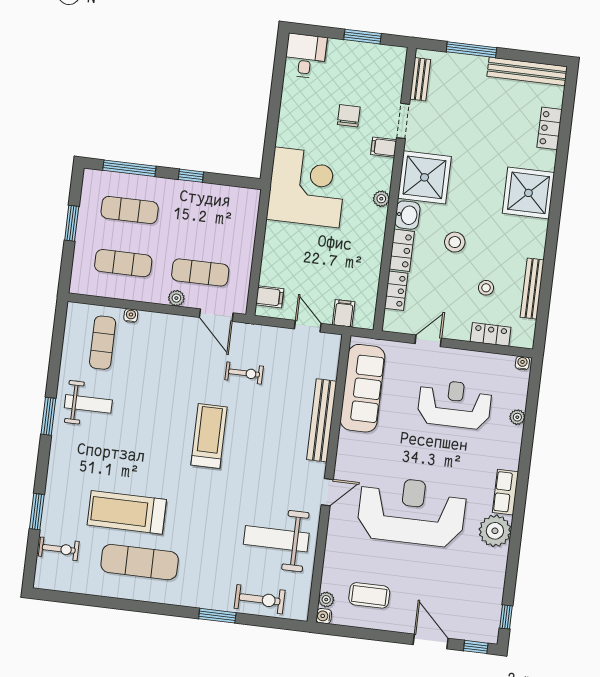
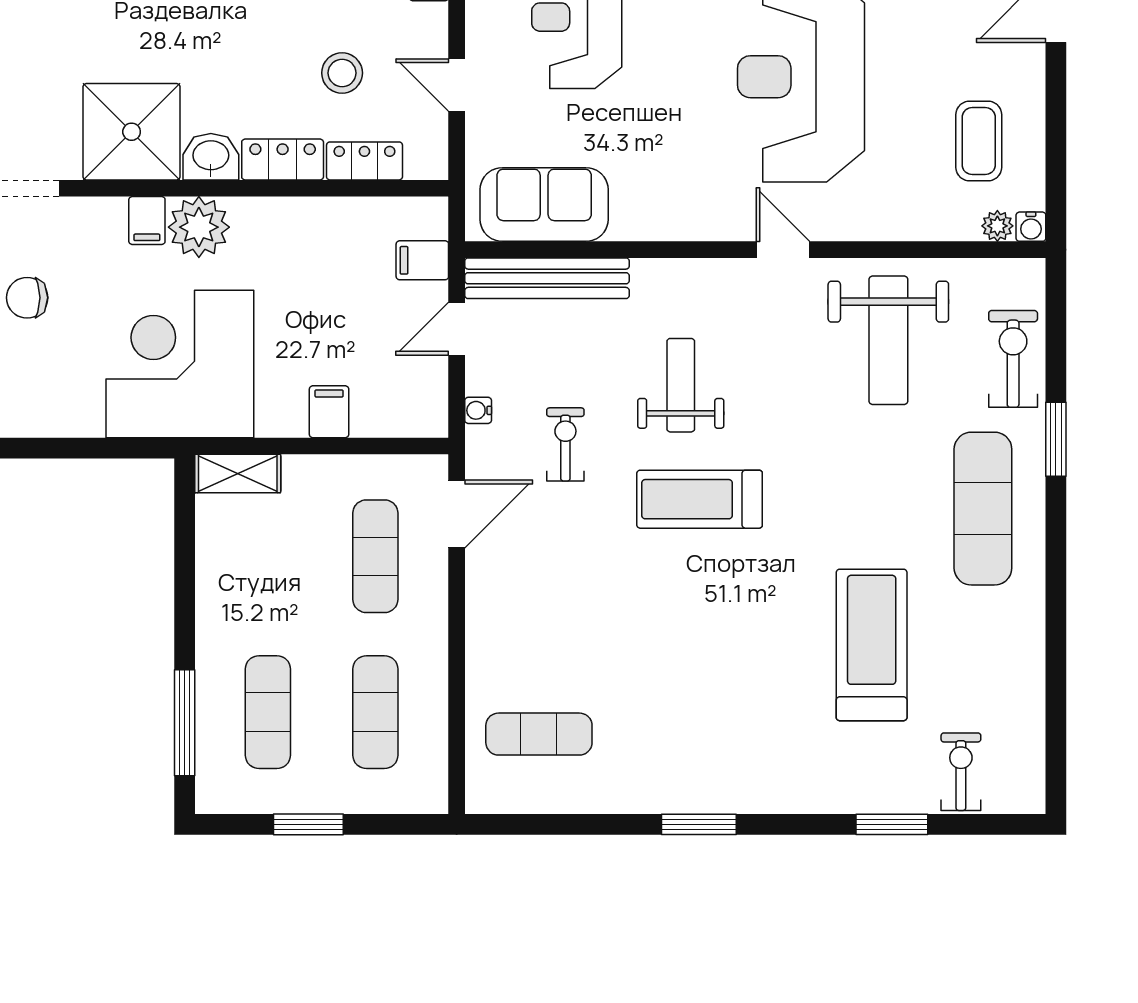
filing cabinet: (384, 147) -> (147, 221), moved
window: (191, 176) -> (185, 598), removed
plant: (381, 199) -> (199, 227), width x1.88, depth x1.88
shelving: (249, 209) -> (238, 473), added
stool: (455, 242) -> (342, 73), moved
filing cabinet: (270, 297) -> (329, 412), moved
plant: (176, 298) -> (432, 598), removed
water cooler: (131, 316) -> (478, 410), moved
sofa: (363, 388) -> (544, 204), width x0.73
weight bench: (88, 404) -> (681, 385), moved
bench: (322, 420) -> (547, 278), moved
treadmill: (127, 512) -> (872, 645), turned 180
exercise mat: (140, 562) -> (983, 509), moved

